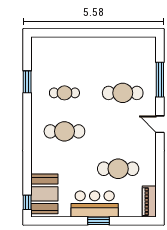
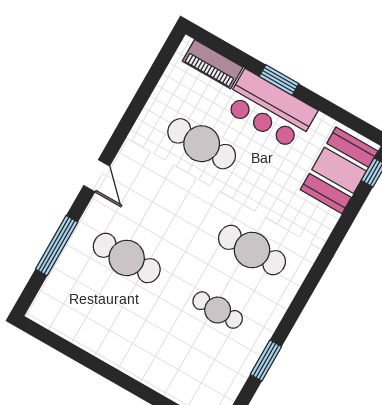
piano: (149, 202) -> (213, 64), moved, turned 90

